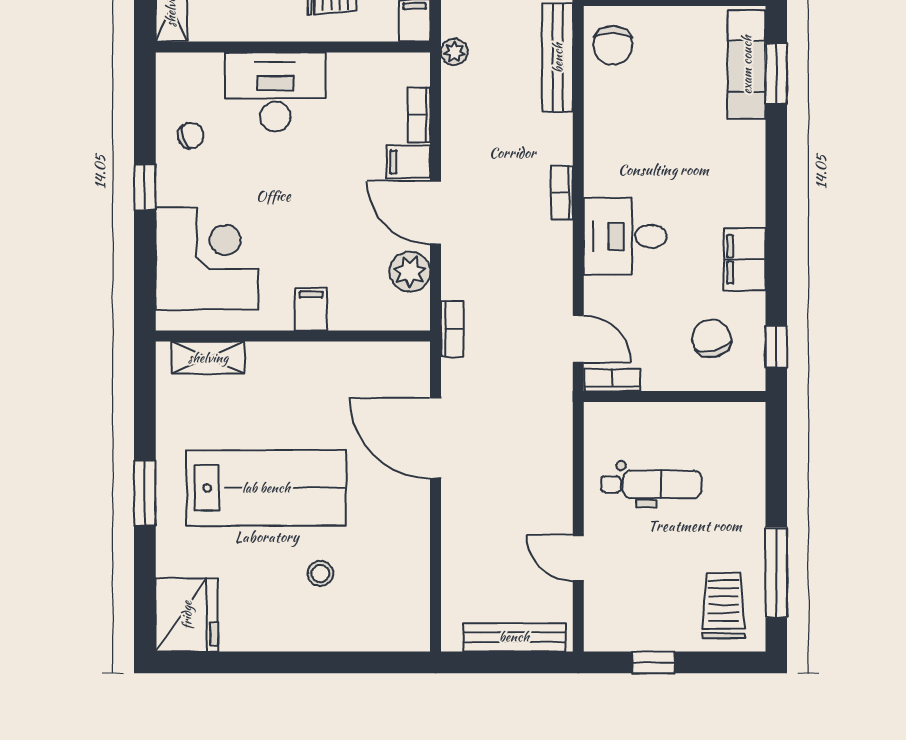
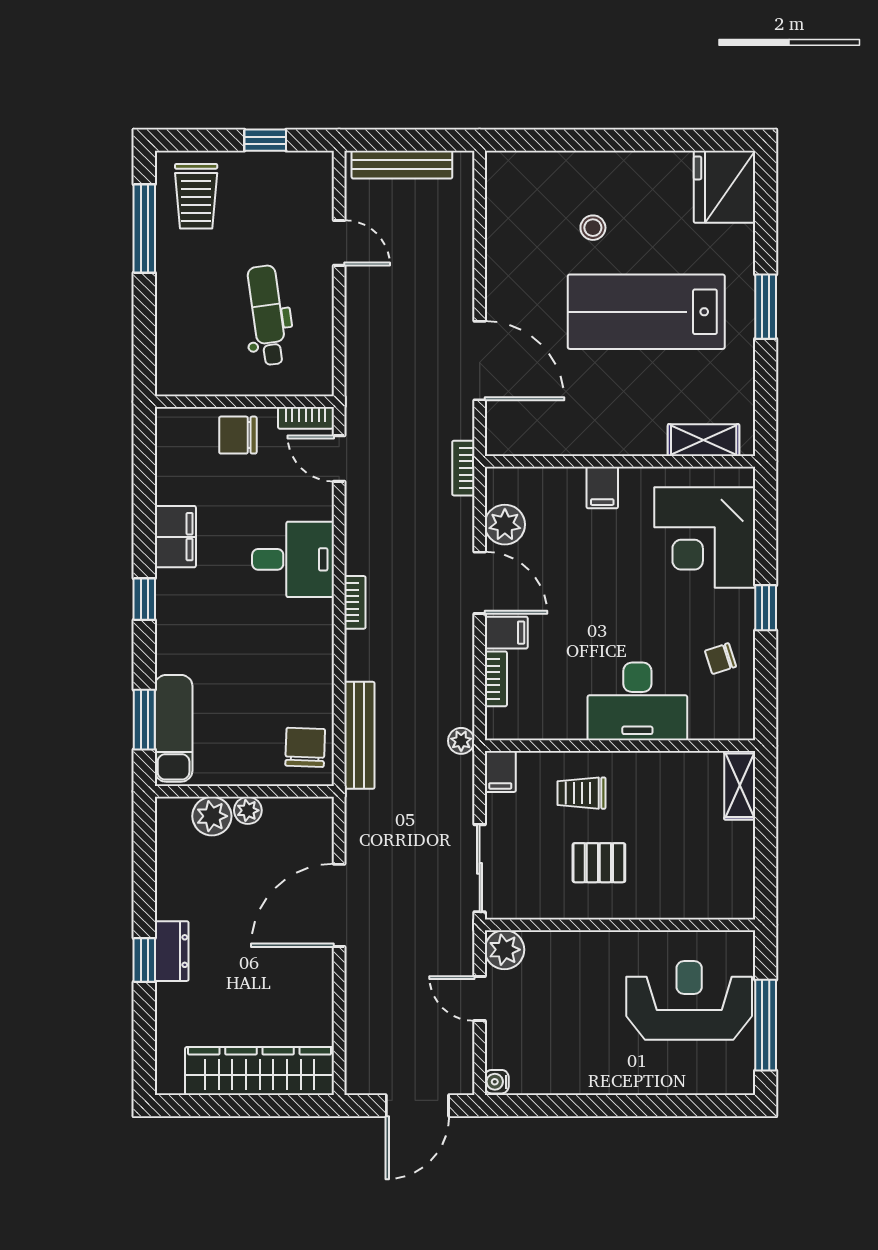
chair: (711, 338) -> (238, 435), moved, turned 103
window: (776, 347) -> (144, 599), moved
dental chair: (651, 484) -> (267, 315), turned 82

